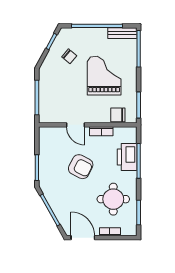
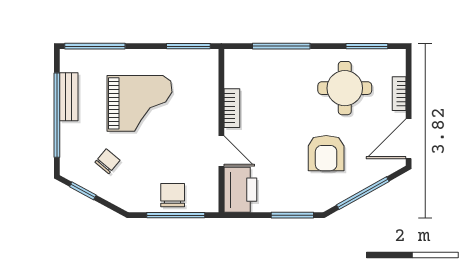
bench: (122, 33) -> (69, 97), moved
grand piano: (104, 76) -> (140, 103), turned 180
chair: (118, 115) -> (173, 195), moved, turned 180
door: (75, 125) -> (221, 151), hinge flipped
printer: (127, 157) -> (240, 190), moved, turned -90
armchair: (81, 167) -> (326, 153), moved, turned 153

